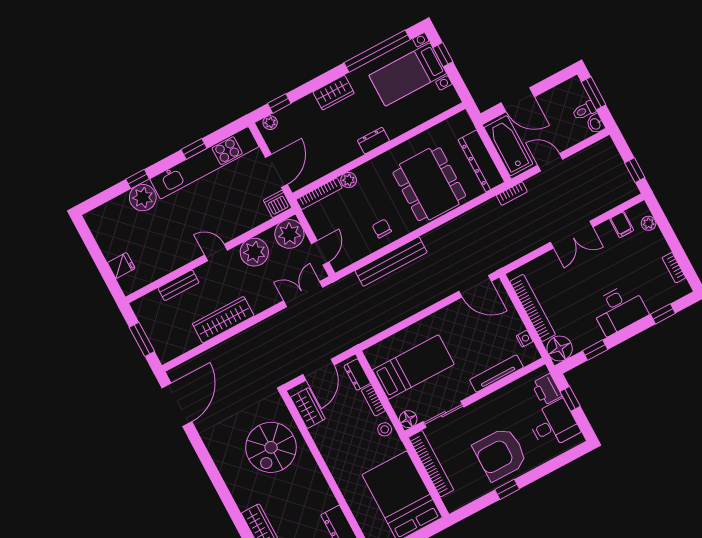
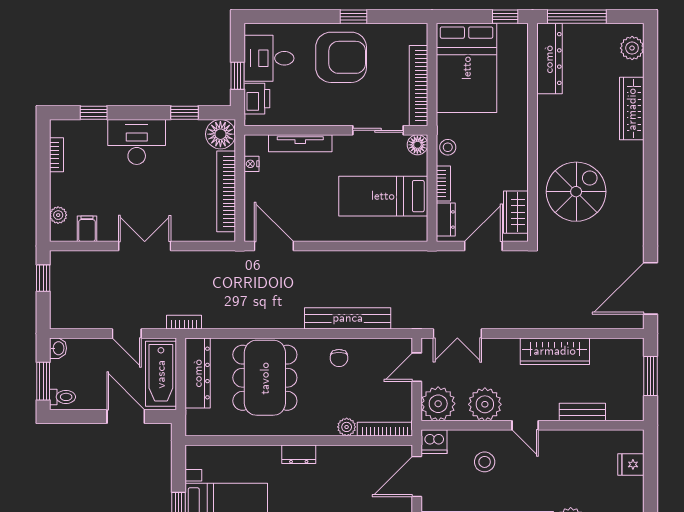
toilet: (584, 111) -> (63, 397), moved
stool: (232, 209) -> (485, 462), added

